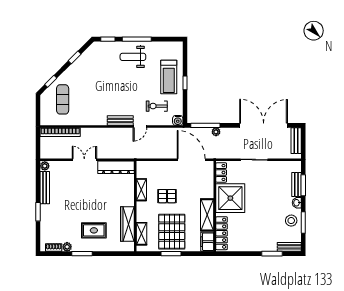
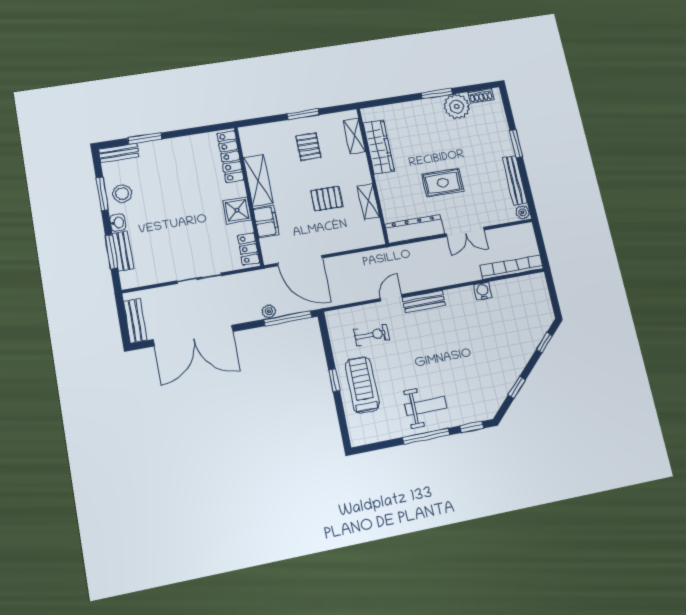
exercise mat: (63, 99) -> (520, 318), removed
water cooler: (178, 120) -> (483, 291), moved
shower: (230, 198) -> (237, 210), width x0.54, depth x0.54
rug: (94, 230) -> (443, 183), moved
pallet: (172, 232) -> (308, 147), width x0.49, depth x0.50
filing cabinet: (207, 242) -> (266, 221), moved
plant: (67, 247) -> (457, 107), width x1.87, depth x1.87

